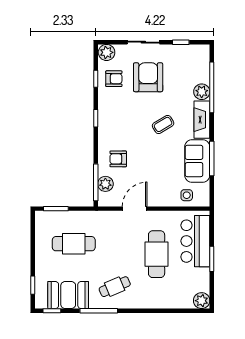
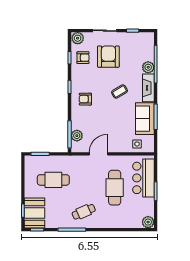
armchair: (118, 159) -> (85, 99), moved
booth: (68, 295) -> (35, 213), moved, turned 90

